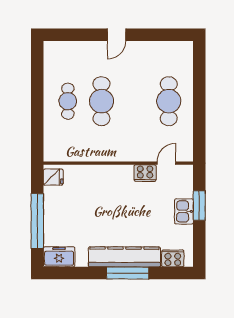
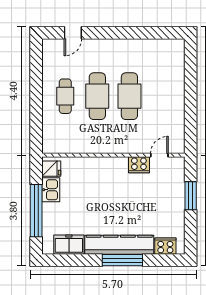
door: (117, 35) -> (73, 33), moved
cafe table: (169, 101) -> (129, 96), moved
kitchen sink: (184, 211) -> (51, 190), moved, turned 180
freezer: (59, 257) -> (69, 245), moved

